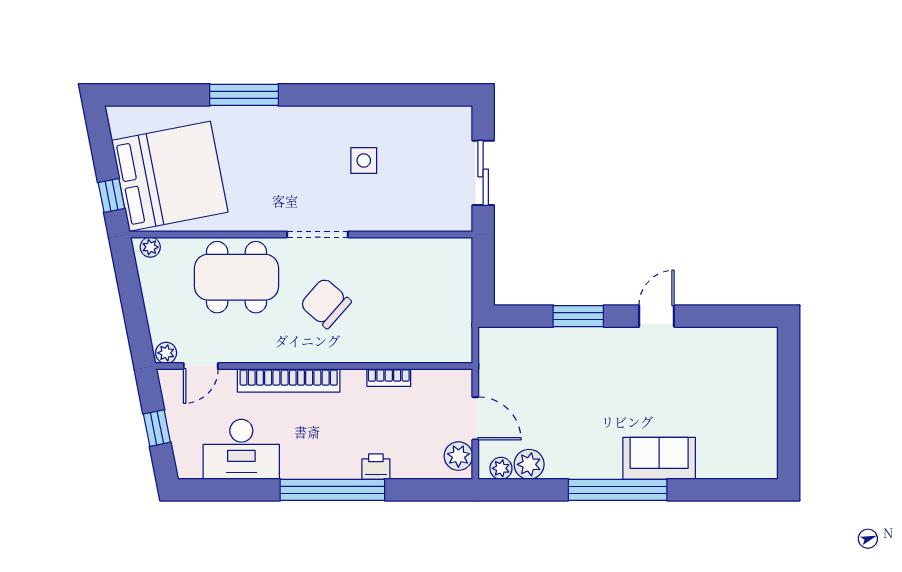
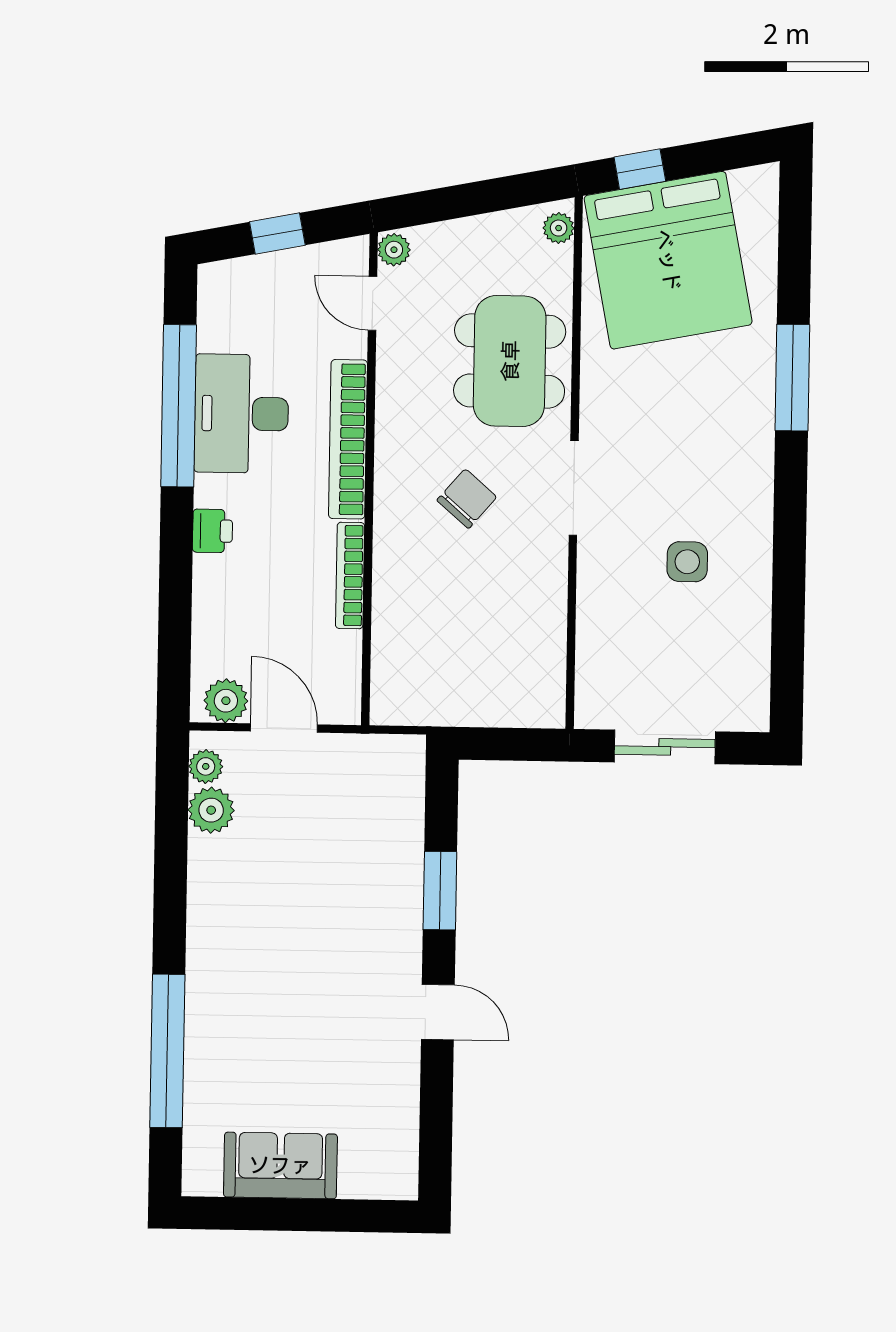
chair: (326, 303) -> (467, 499), width x0.73, depth x0.73
bookcase: (389, 378) -> (350, 575), width x1.56
door: (475, 418) -> (284, 728), swing flipped
desk: (241, 449) -> (241, 414), moved
sofa: (659, 458) -> (280, 1165), moved, turned -90
printer: (376, 467) -> (212, 531), moved
window: (332, 490) -> (179, 406), moved
window: (618, 490) -> (167, 1051), moved

